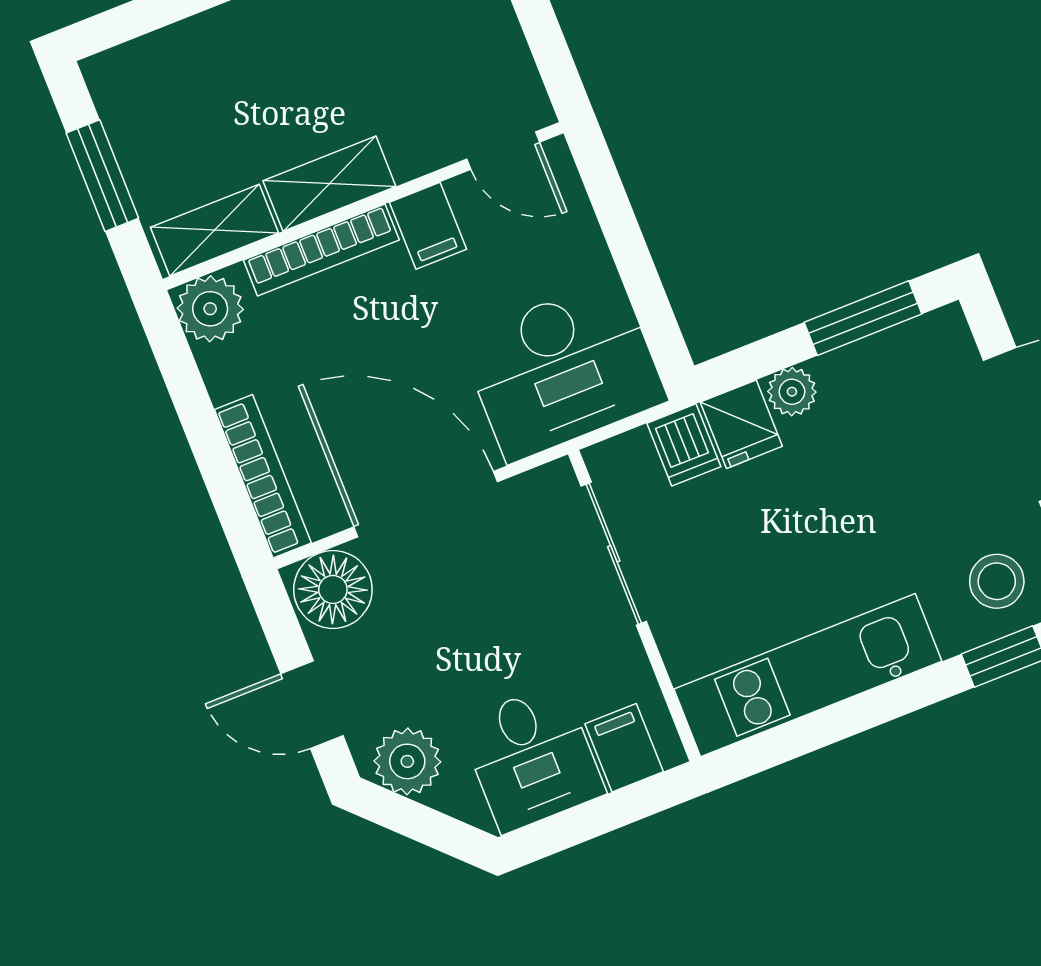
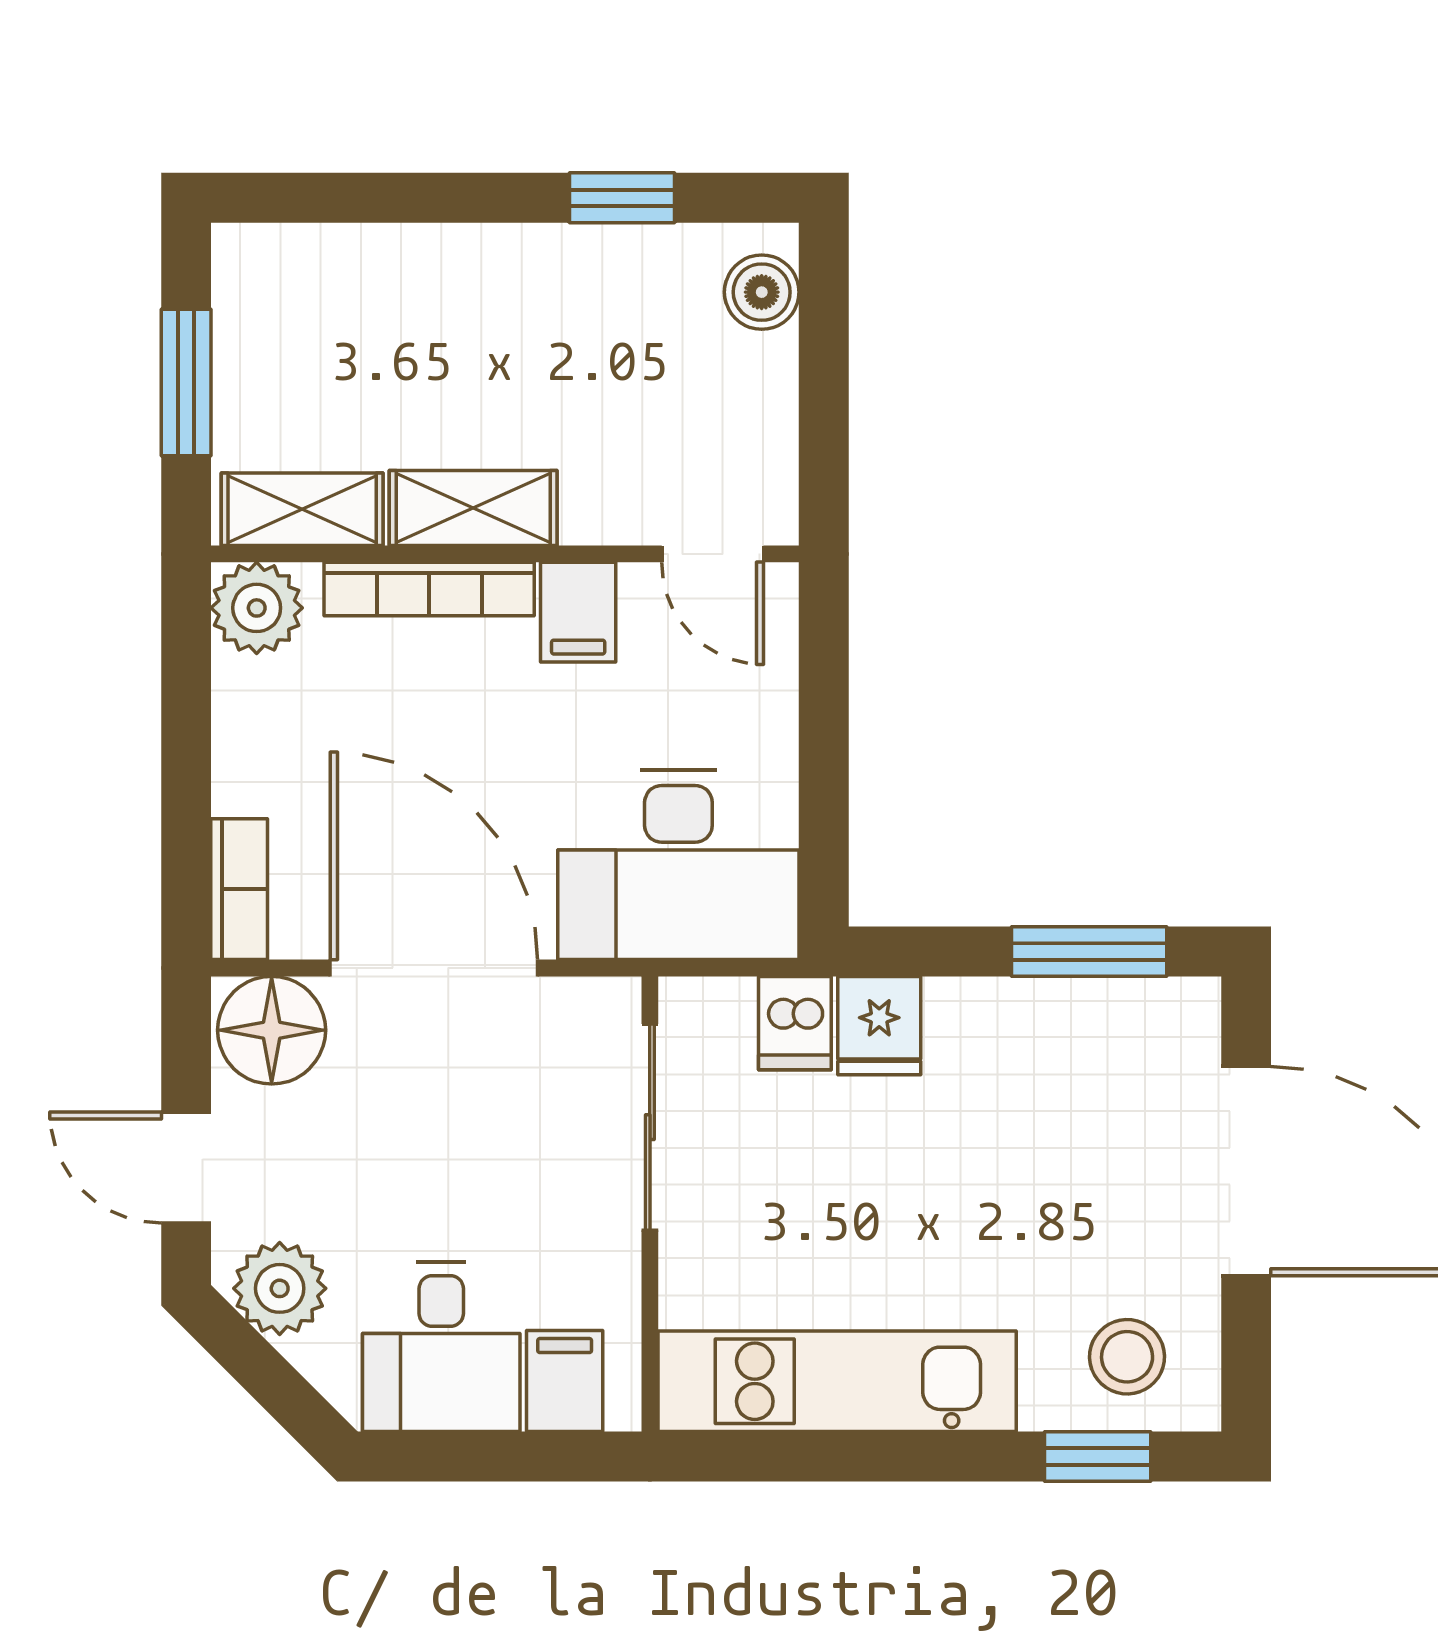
plant: (792, 392) -> (961, 1010), removed
bookcase: (263, 476) -> (239, 889), width x0.64

